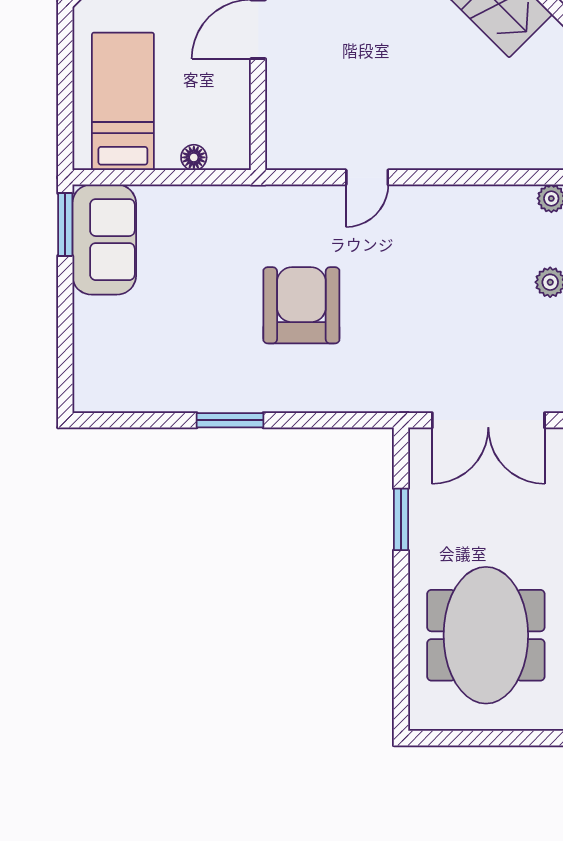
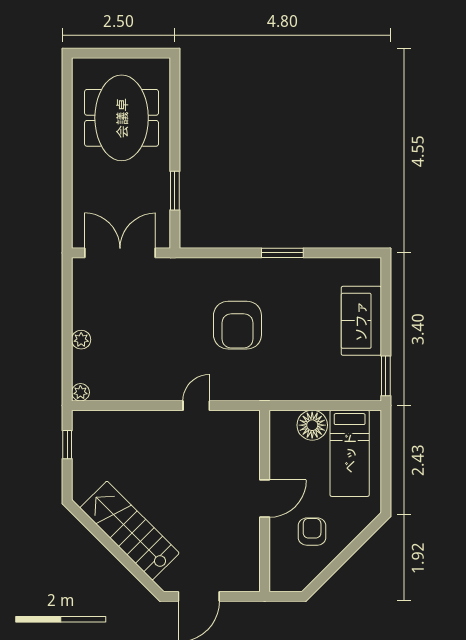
floor lamp: (194, 157) -> (312, 425), width x1.89, depth x1.89
sofa: (104, 240) -> (361, 321), moved

